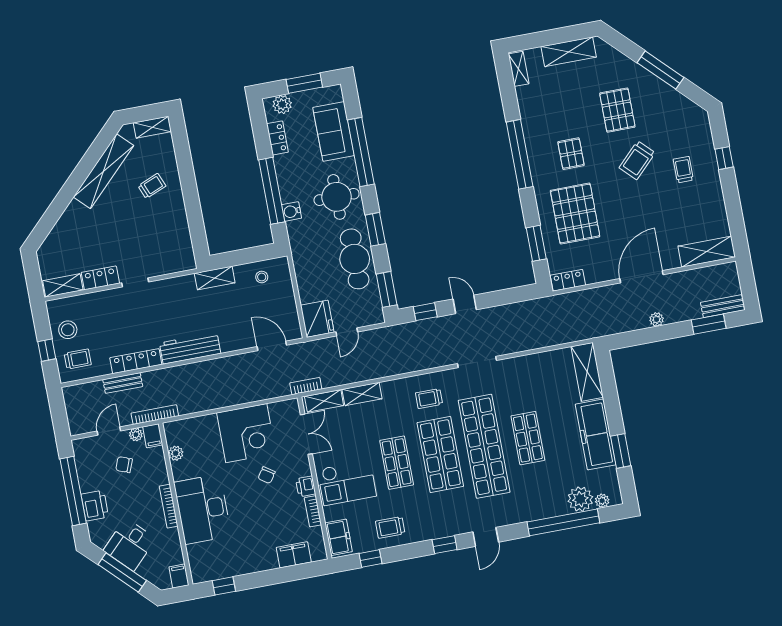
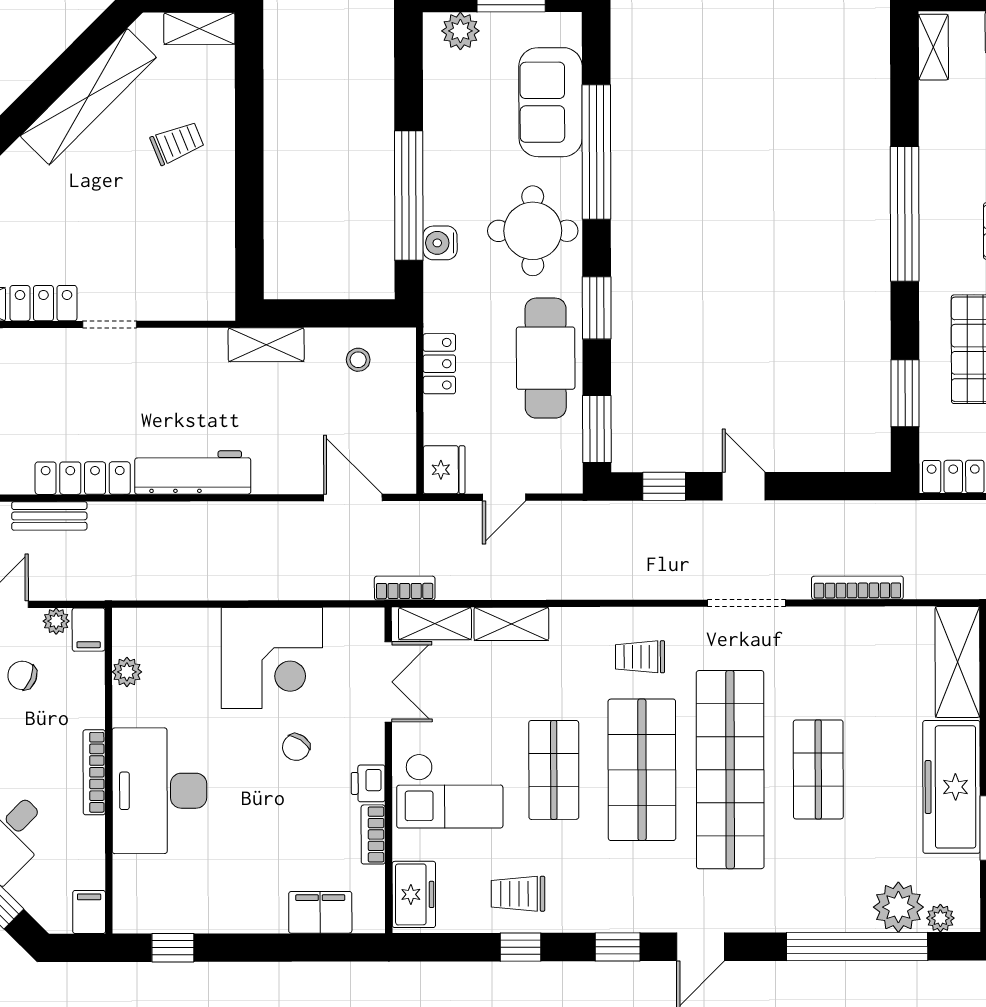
locker: (277, 138) -> (439, 364), moved
fridge: (317, 319) -> (444, 470), width x0.73, depth x0.75
bookcase: (155, 415) -> (857, 588), moved
window: (371, 559) -> (520, 947), moved

